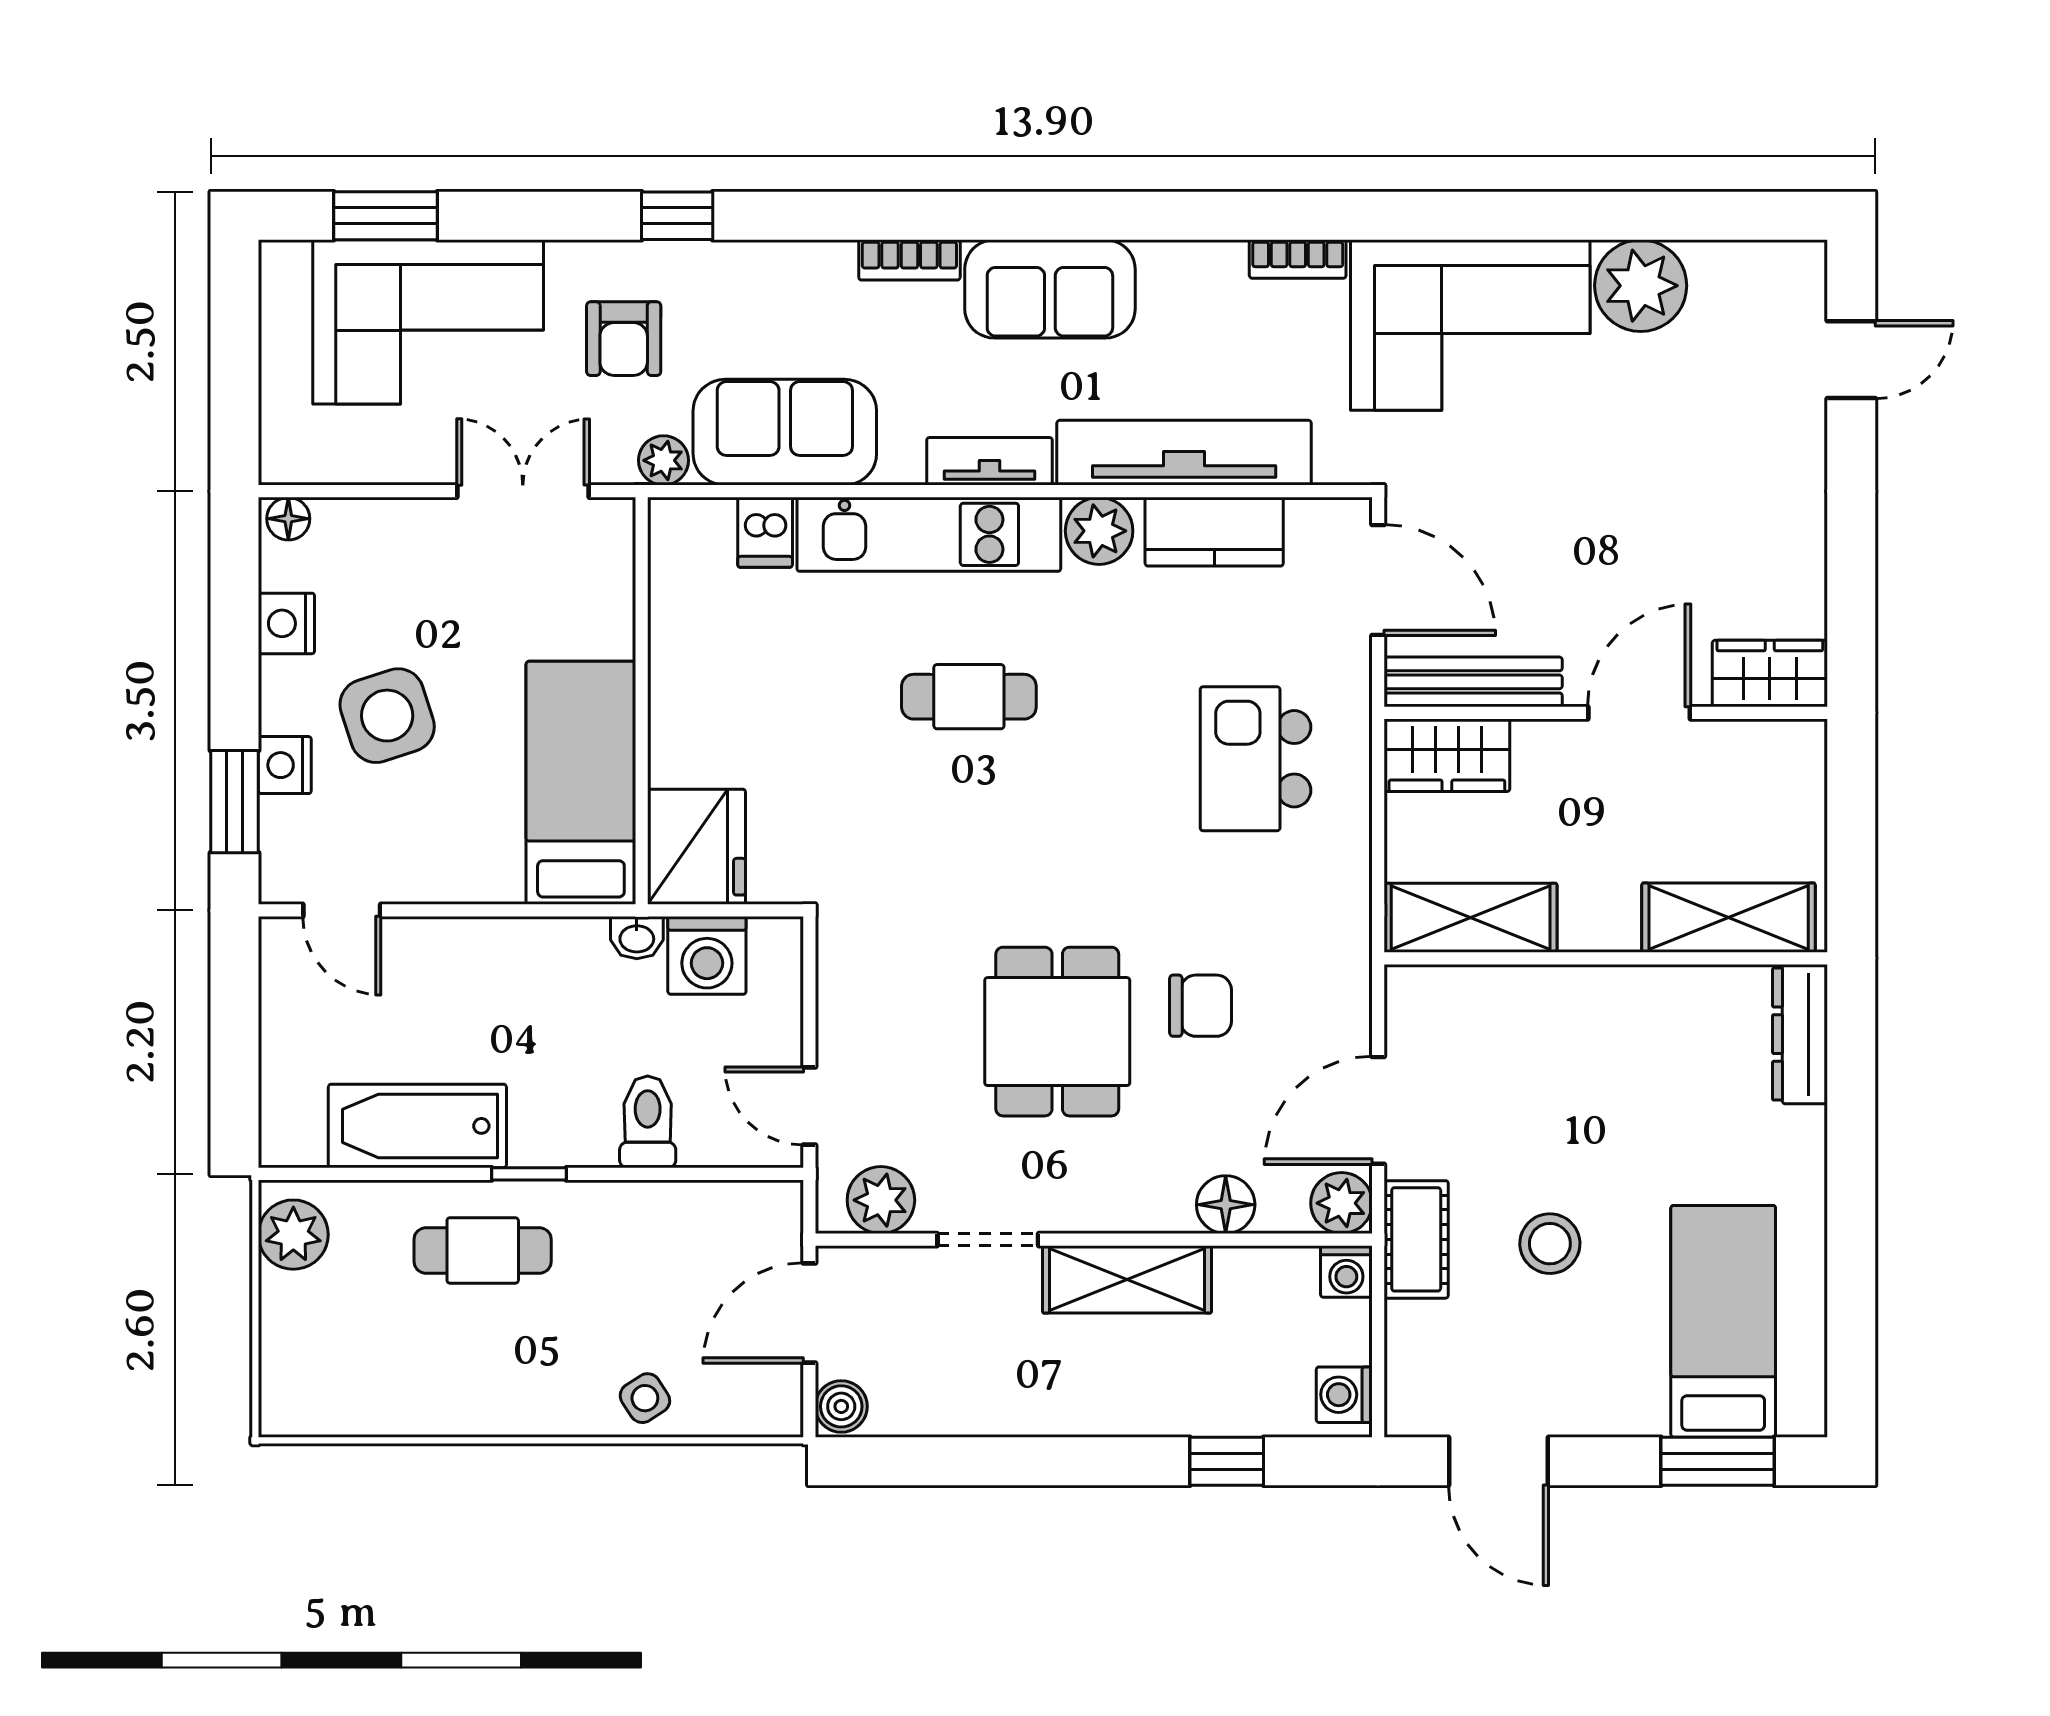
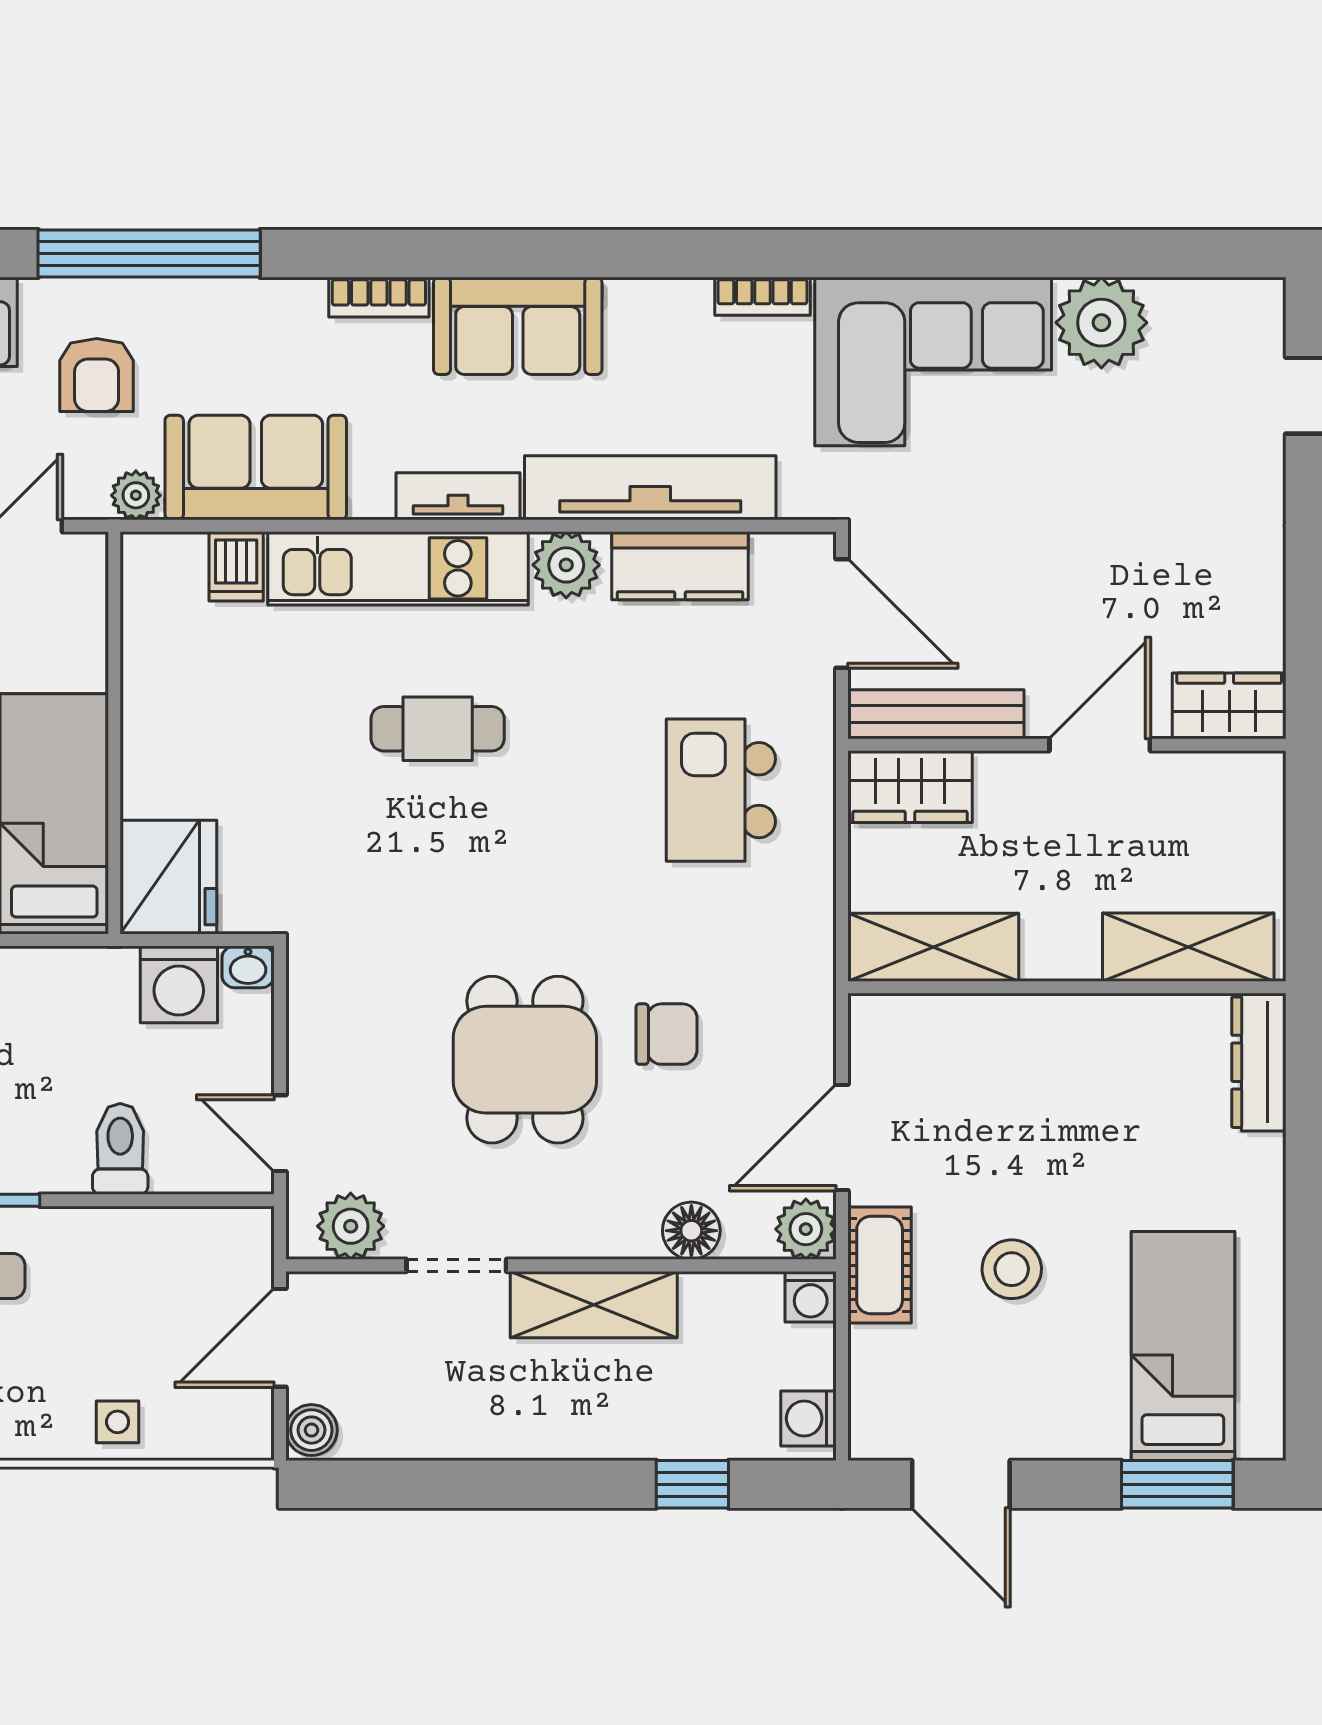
window: (677, 216) -> (149, 254), width x3.17
washbasin: (637, 938) -> (248, 967), moved
side table: (645, 1398) -> (118, 1422), turned 33

